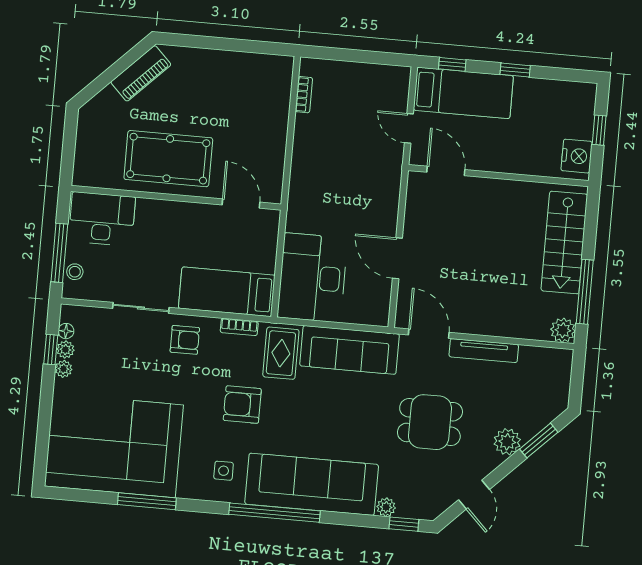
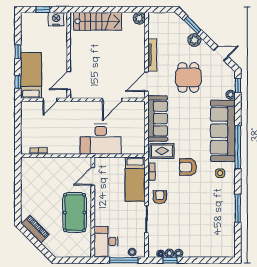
desk: (312, 278) -> (101, 139), moved
window: (585, 292) -> (120, 10), removed
armchair: (242, 405) -> (188, 167), turned 90
corner sofa: (114, 446) -> (213, 226), removed

